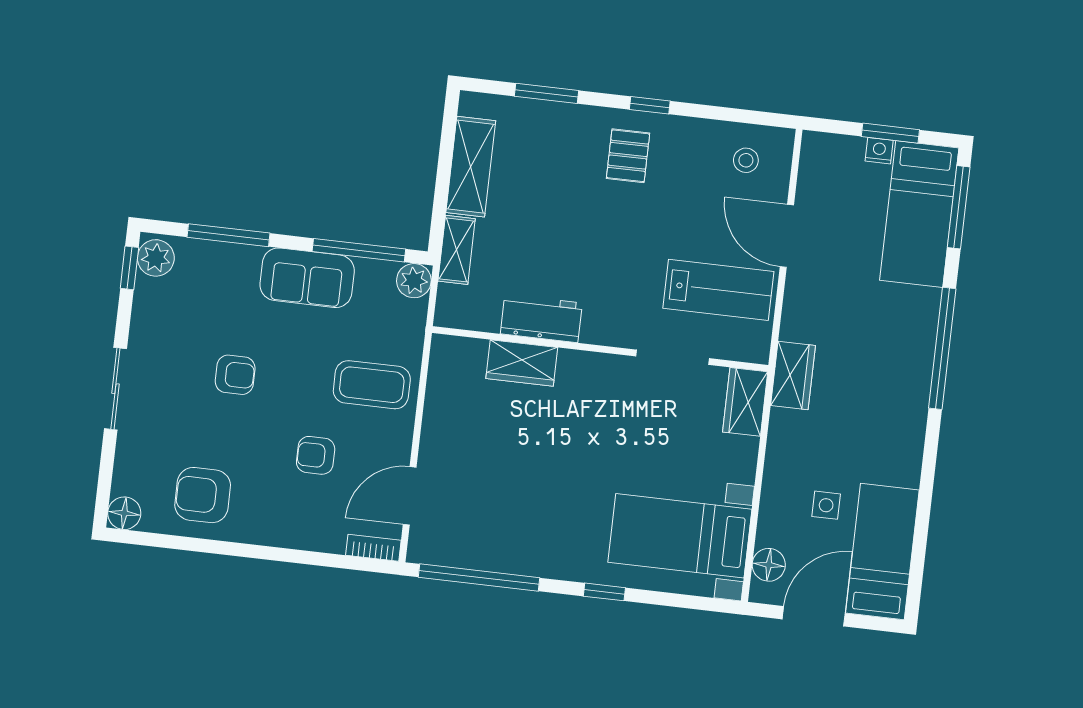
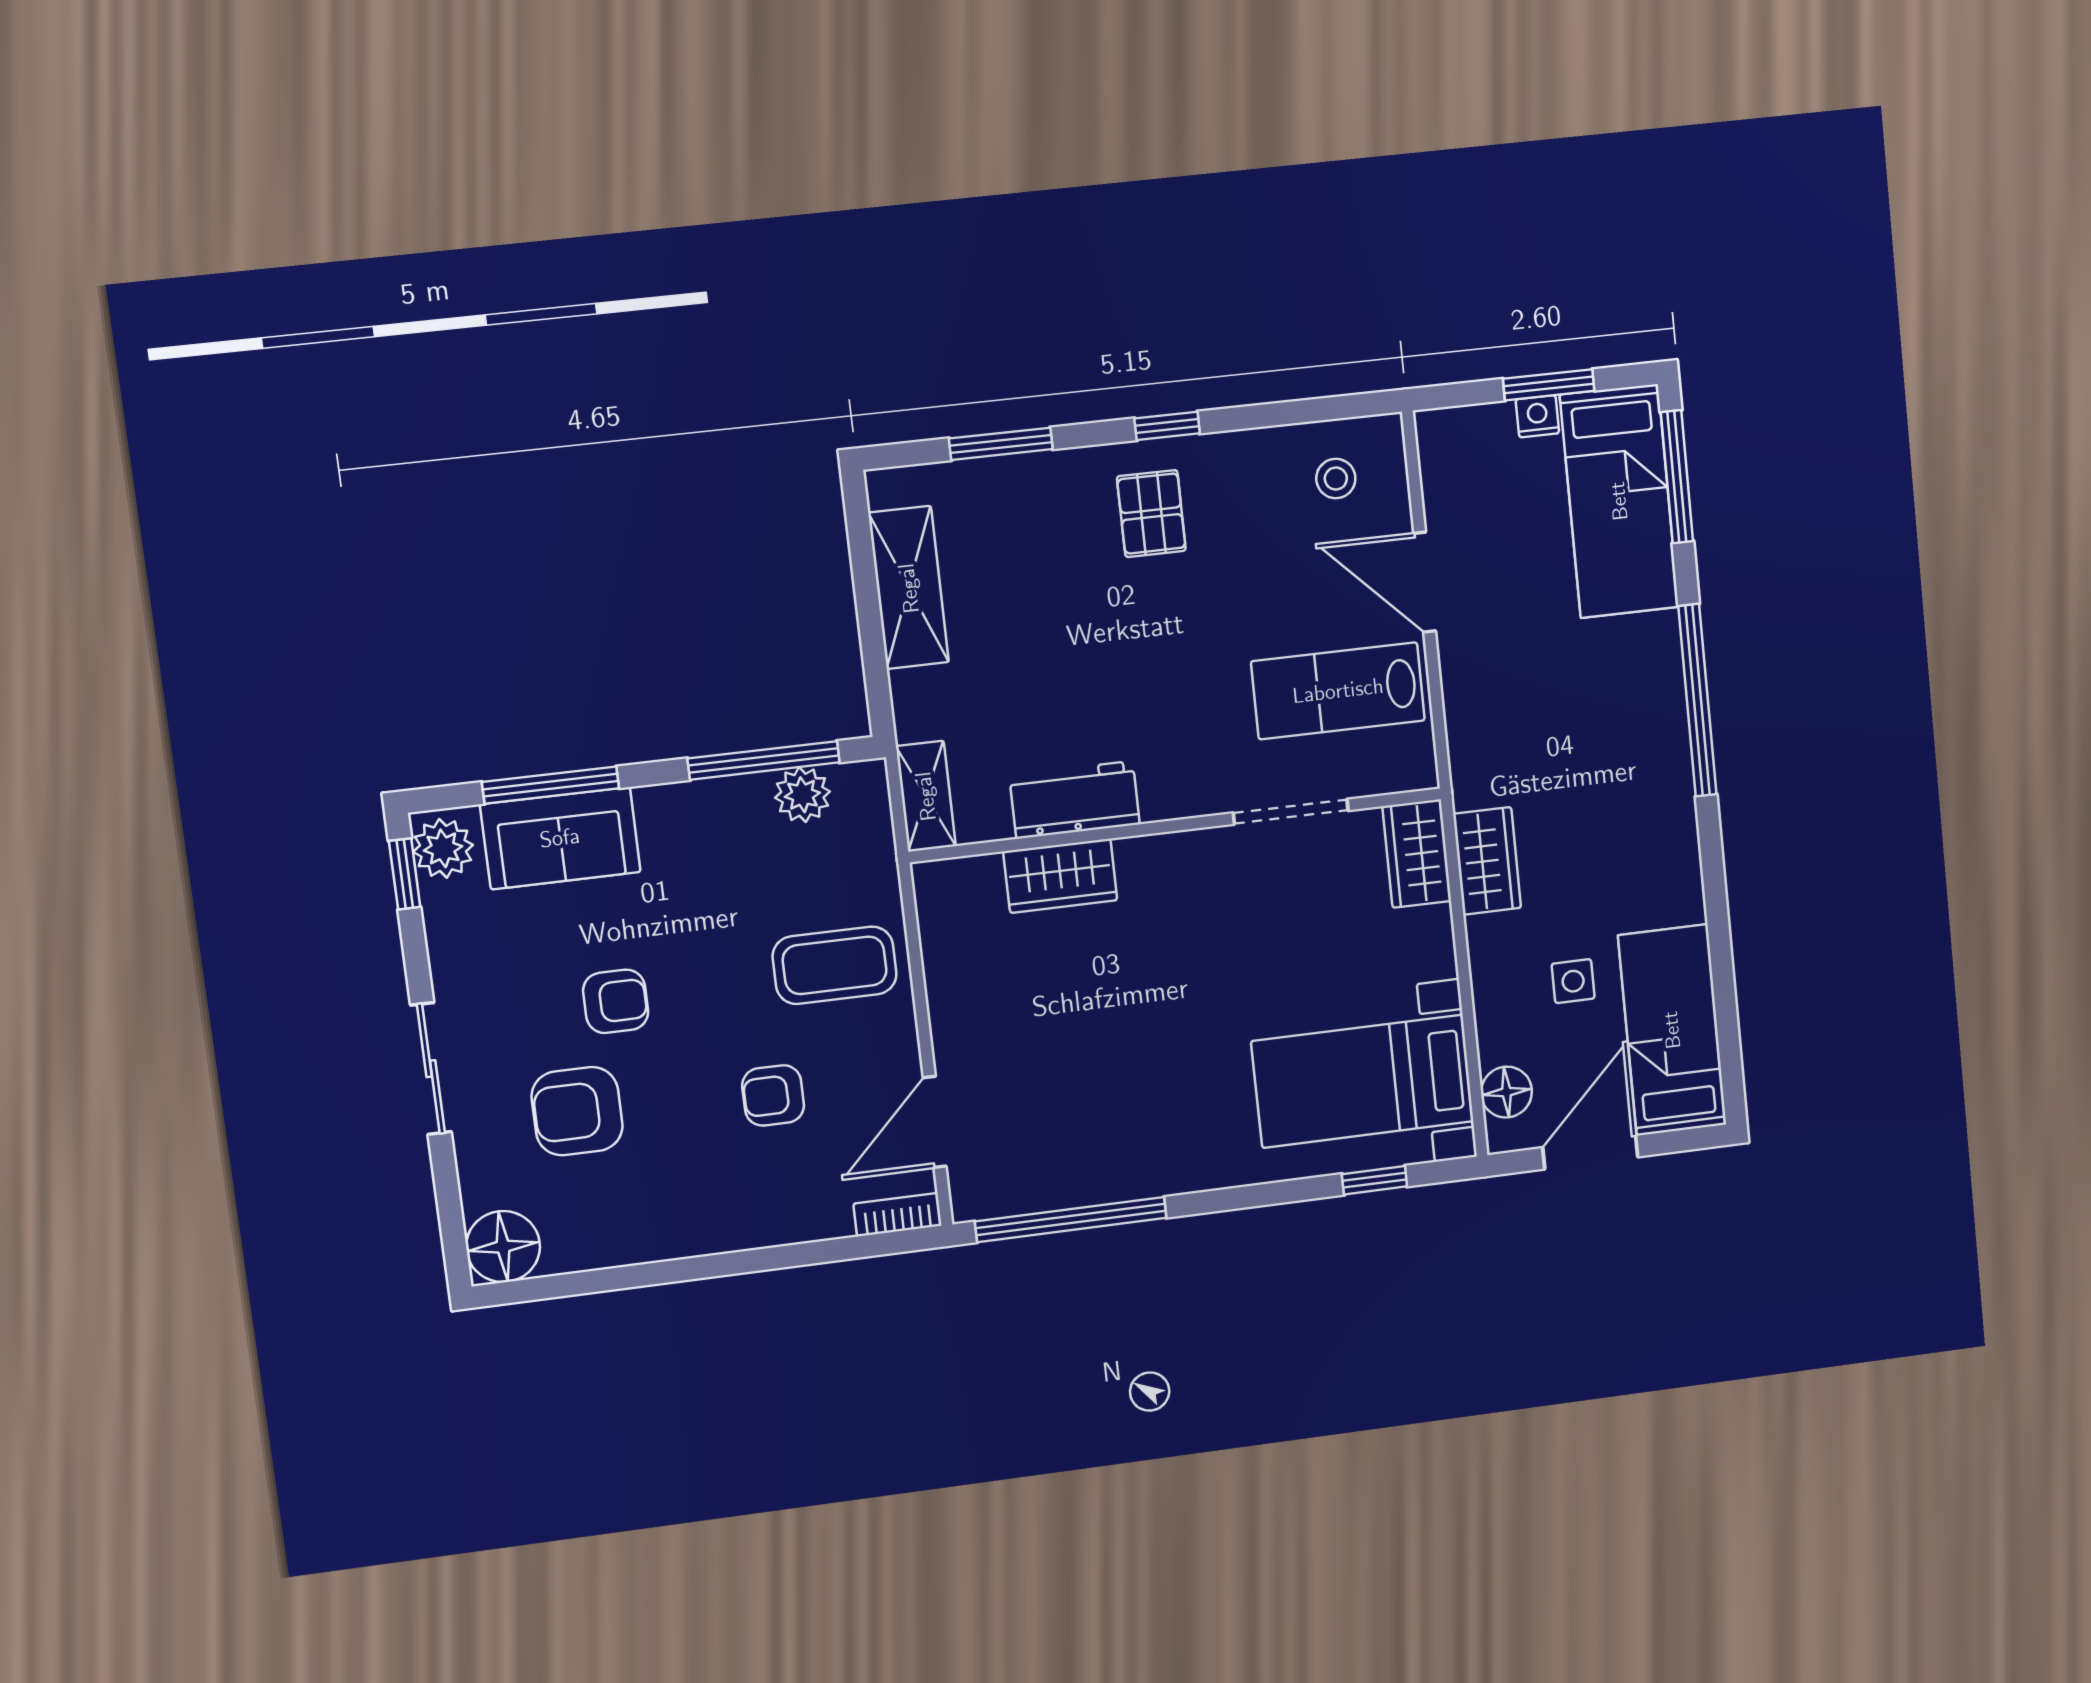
shelving: (457, 250) -> (926, 796), moved
sofa: (307, 278) -> (560, 838), moved
plant: (414, 281) -> (802, 795), moved
lab bench: (718, 290) -> (1338, 691), turned 180
wardrobe: (793, 375) -> (1487, 861), moved
armchair: (203, 495) -> (577, 1111), moved
floor lamp: (124, 513) -> (503, 1247), width x1.38, depth x1.38
window: (604, 592) -> (1374, 1180), moved

